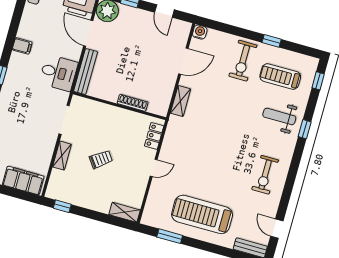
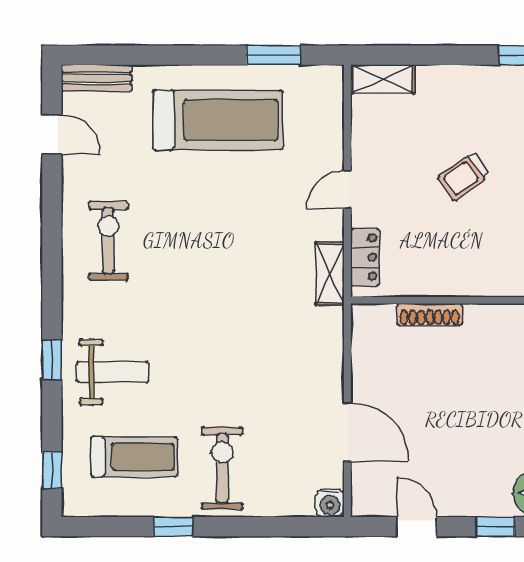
door: (183, 61) -> (347, 432), swing flipped
shelving: (181, 101) -> (330, 274), moved

